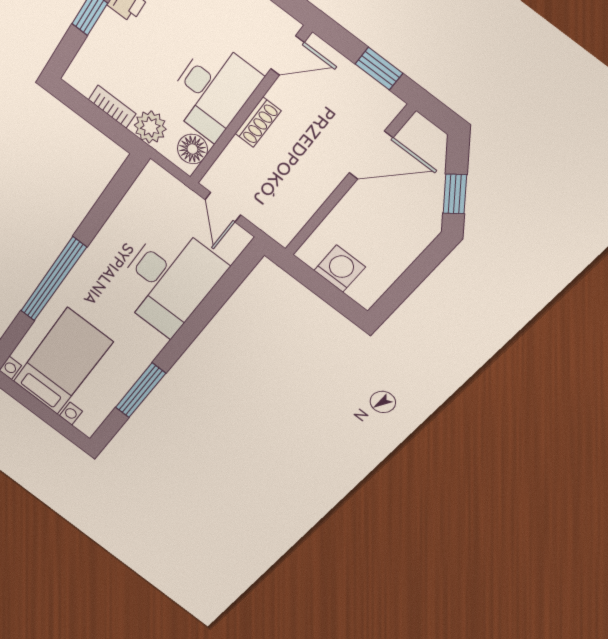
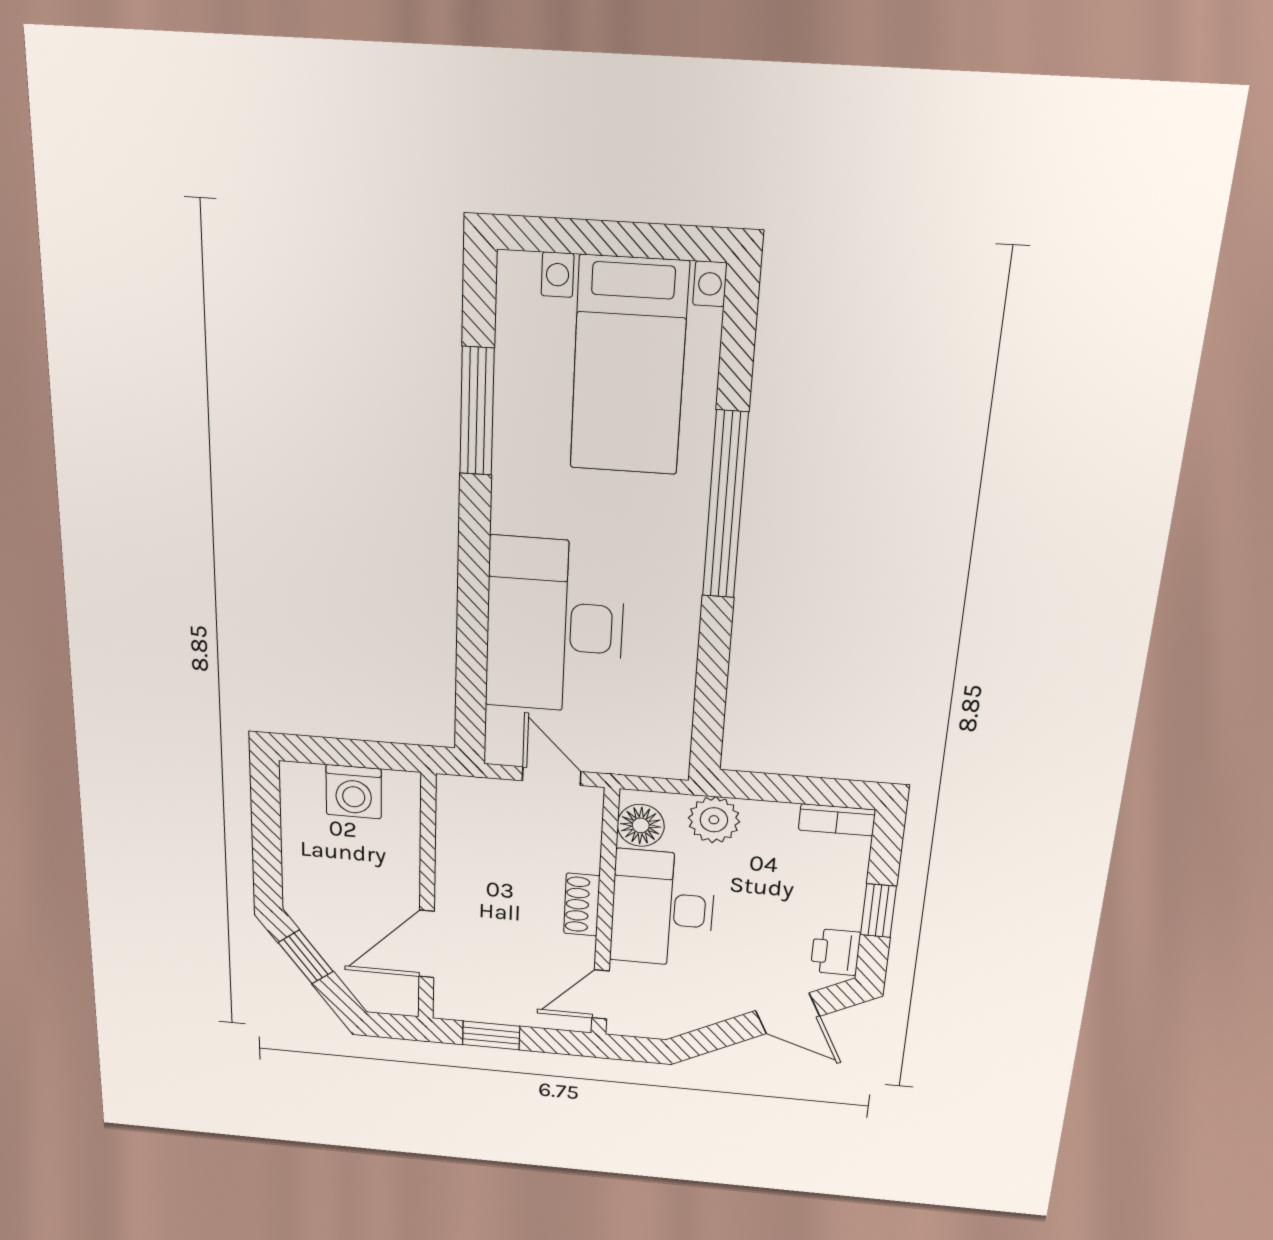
bookcase: (112, 107) -> (837, 820), moved

